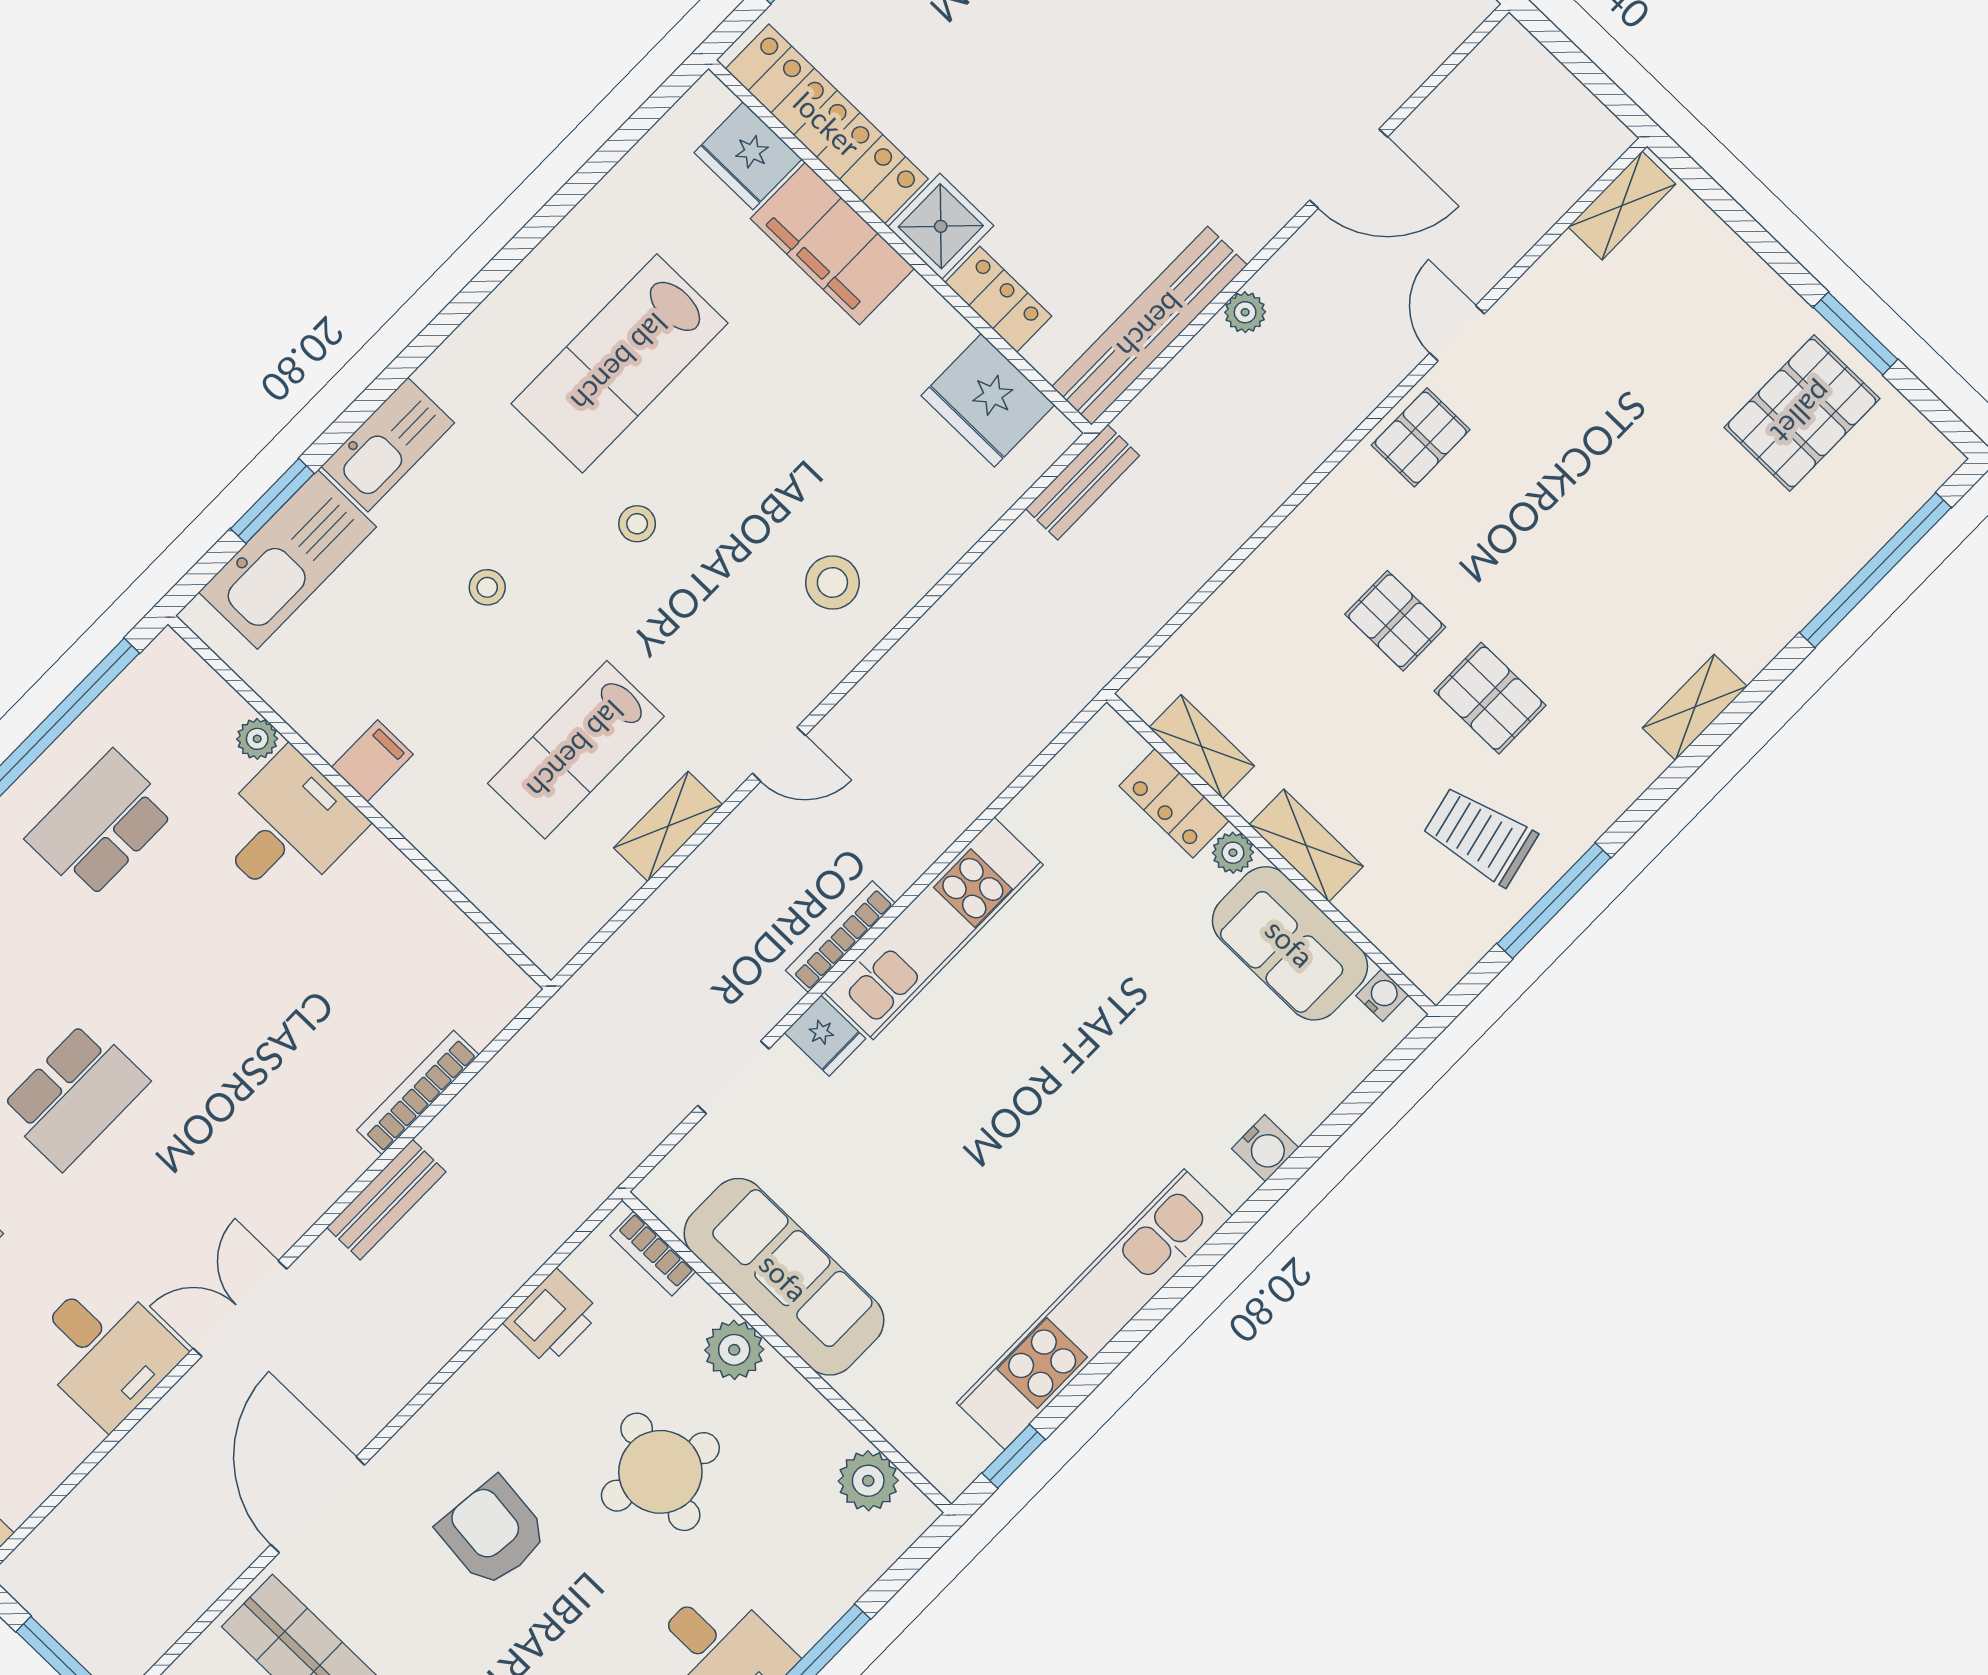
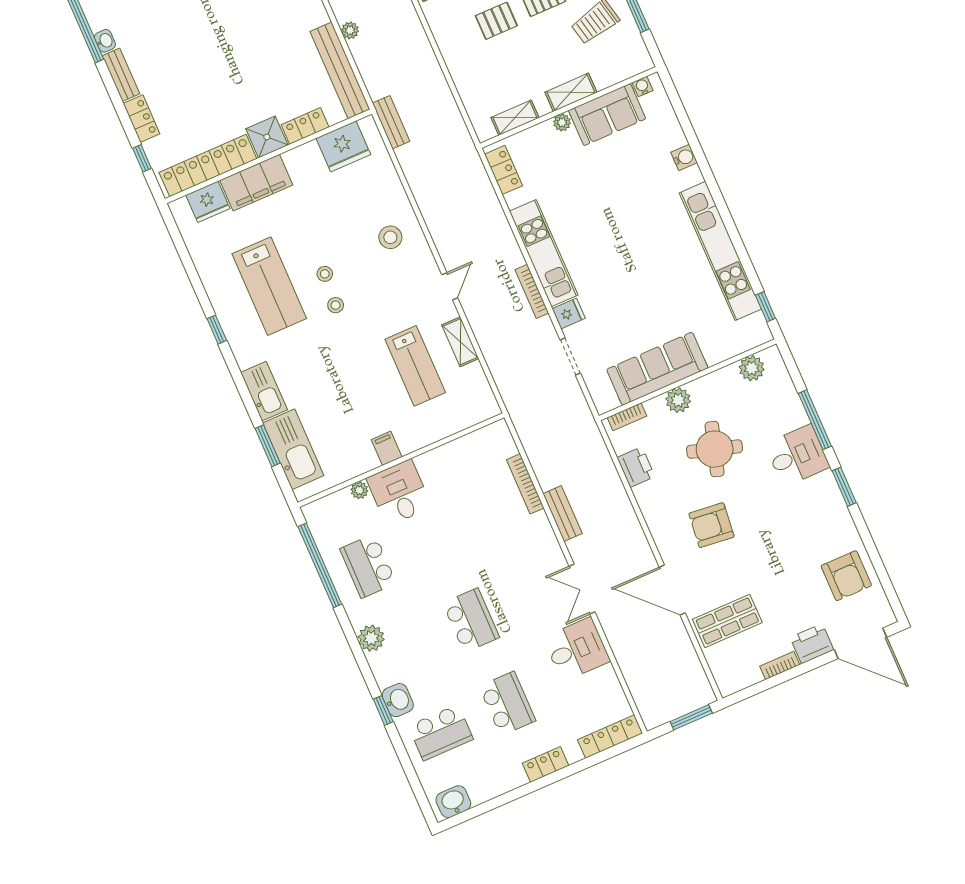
window: (479, 288) -> (217, 330), added
stool: (487, 587) -> (325, 274), moved
locker: (1174, 803) -> (503, 170), moved, turned -90

